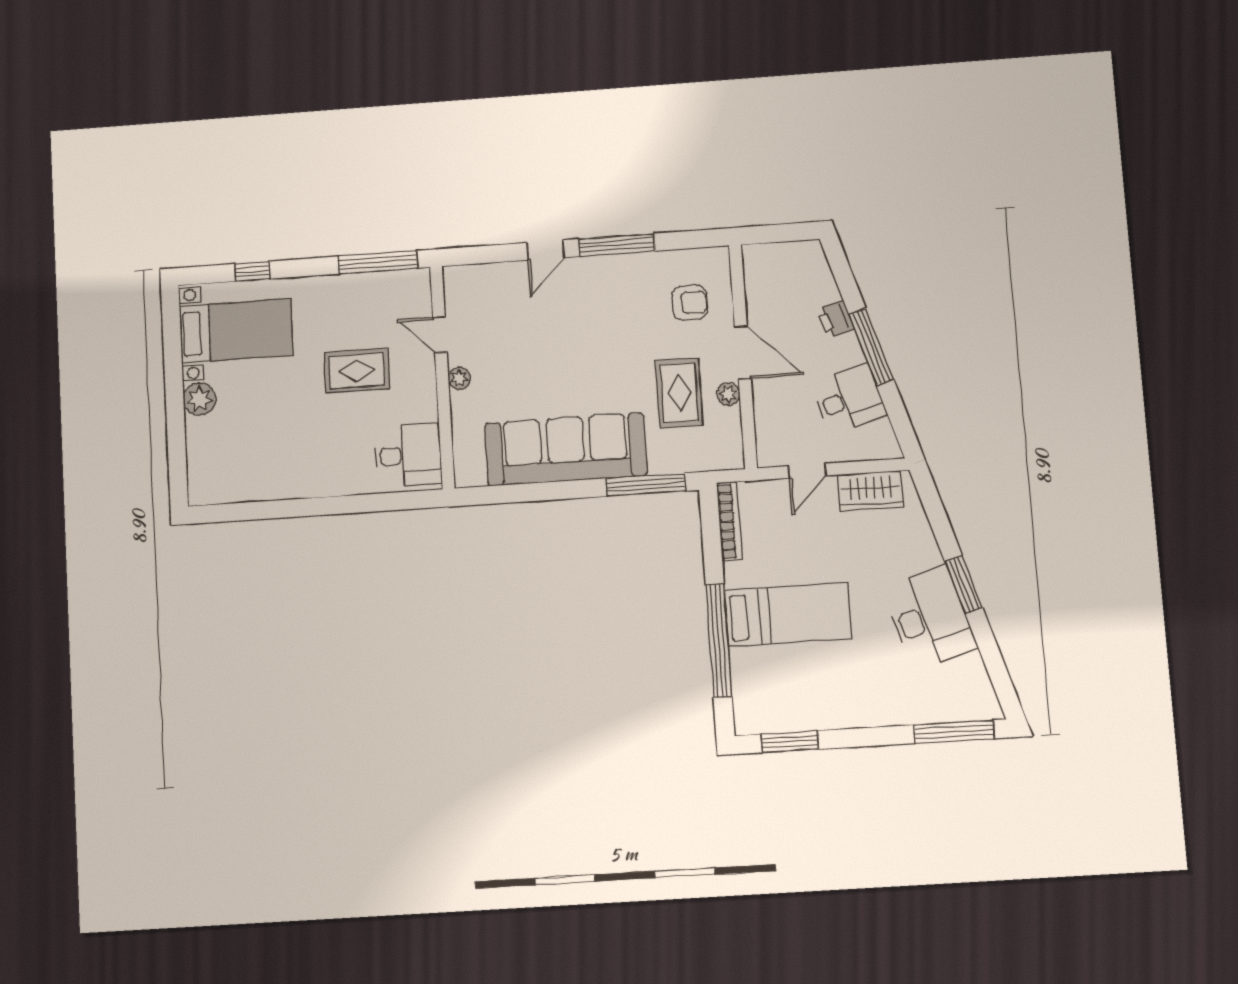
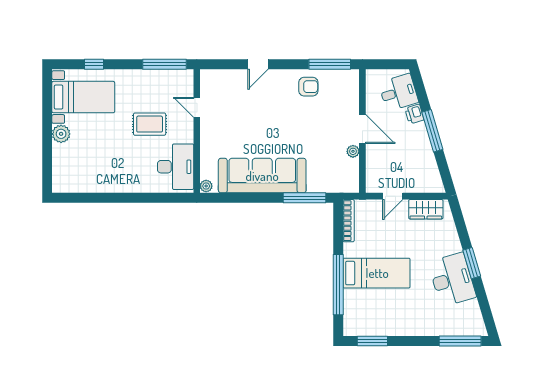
window: (617, 245) -> (330, 64), moved
armchair: (690, 303) -> (308, 87), moved
plant: (459, 378) -> (206, 186), moved
rug: (679, 393) -> (326, 149), removed
desk: (849, 399) -> (399, 92), moved
desk: (408, 455) -> (176, 167), width x1.37

